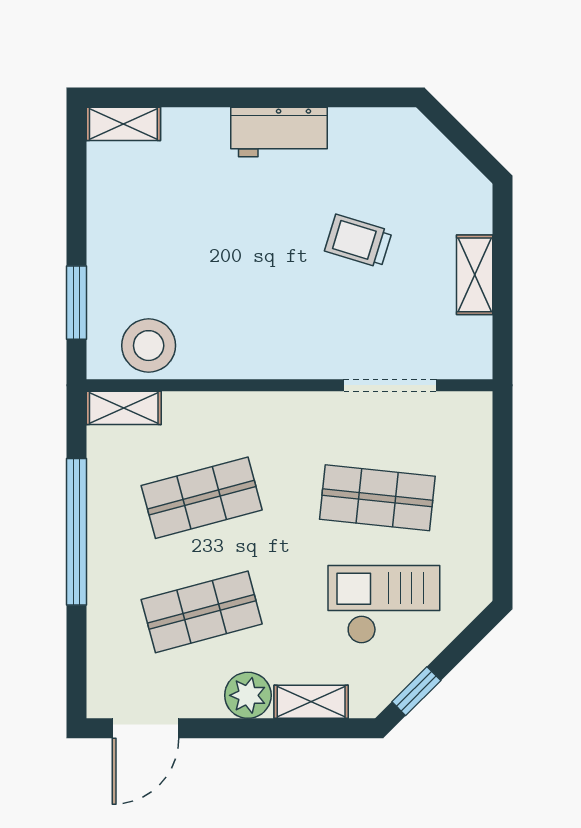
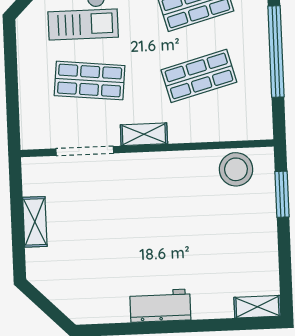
trolley: (358, 241) -> (108, 240), removed
shelving: (124, 408) -> (144, 134), moved

